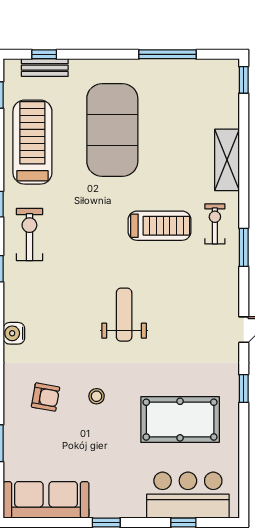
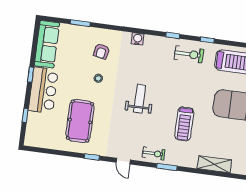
exercise bike: (215, 224) -> (154, 153), moved
weight bench: (124, 315) -> (140, 99), turned -90
bar counter: (188, 495) -> (43, 90), moved

